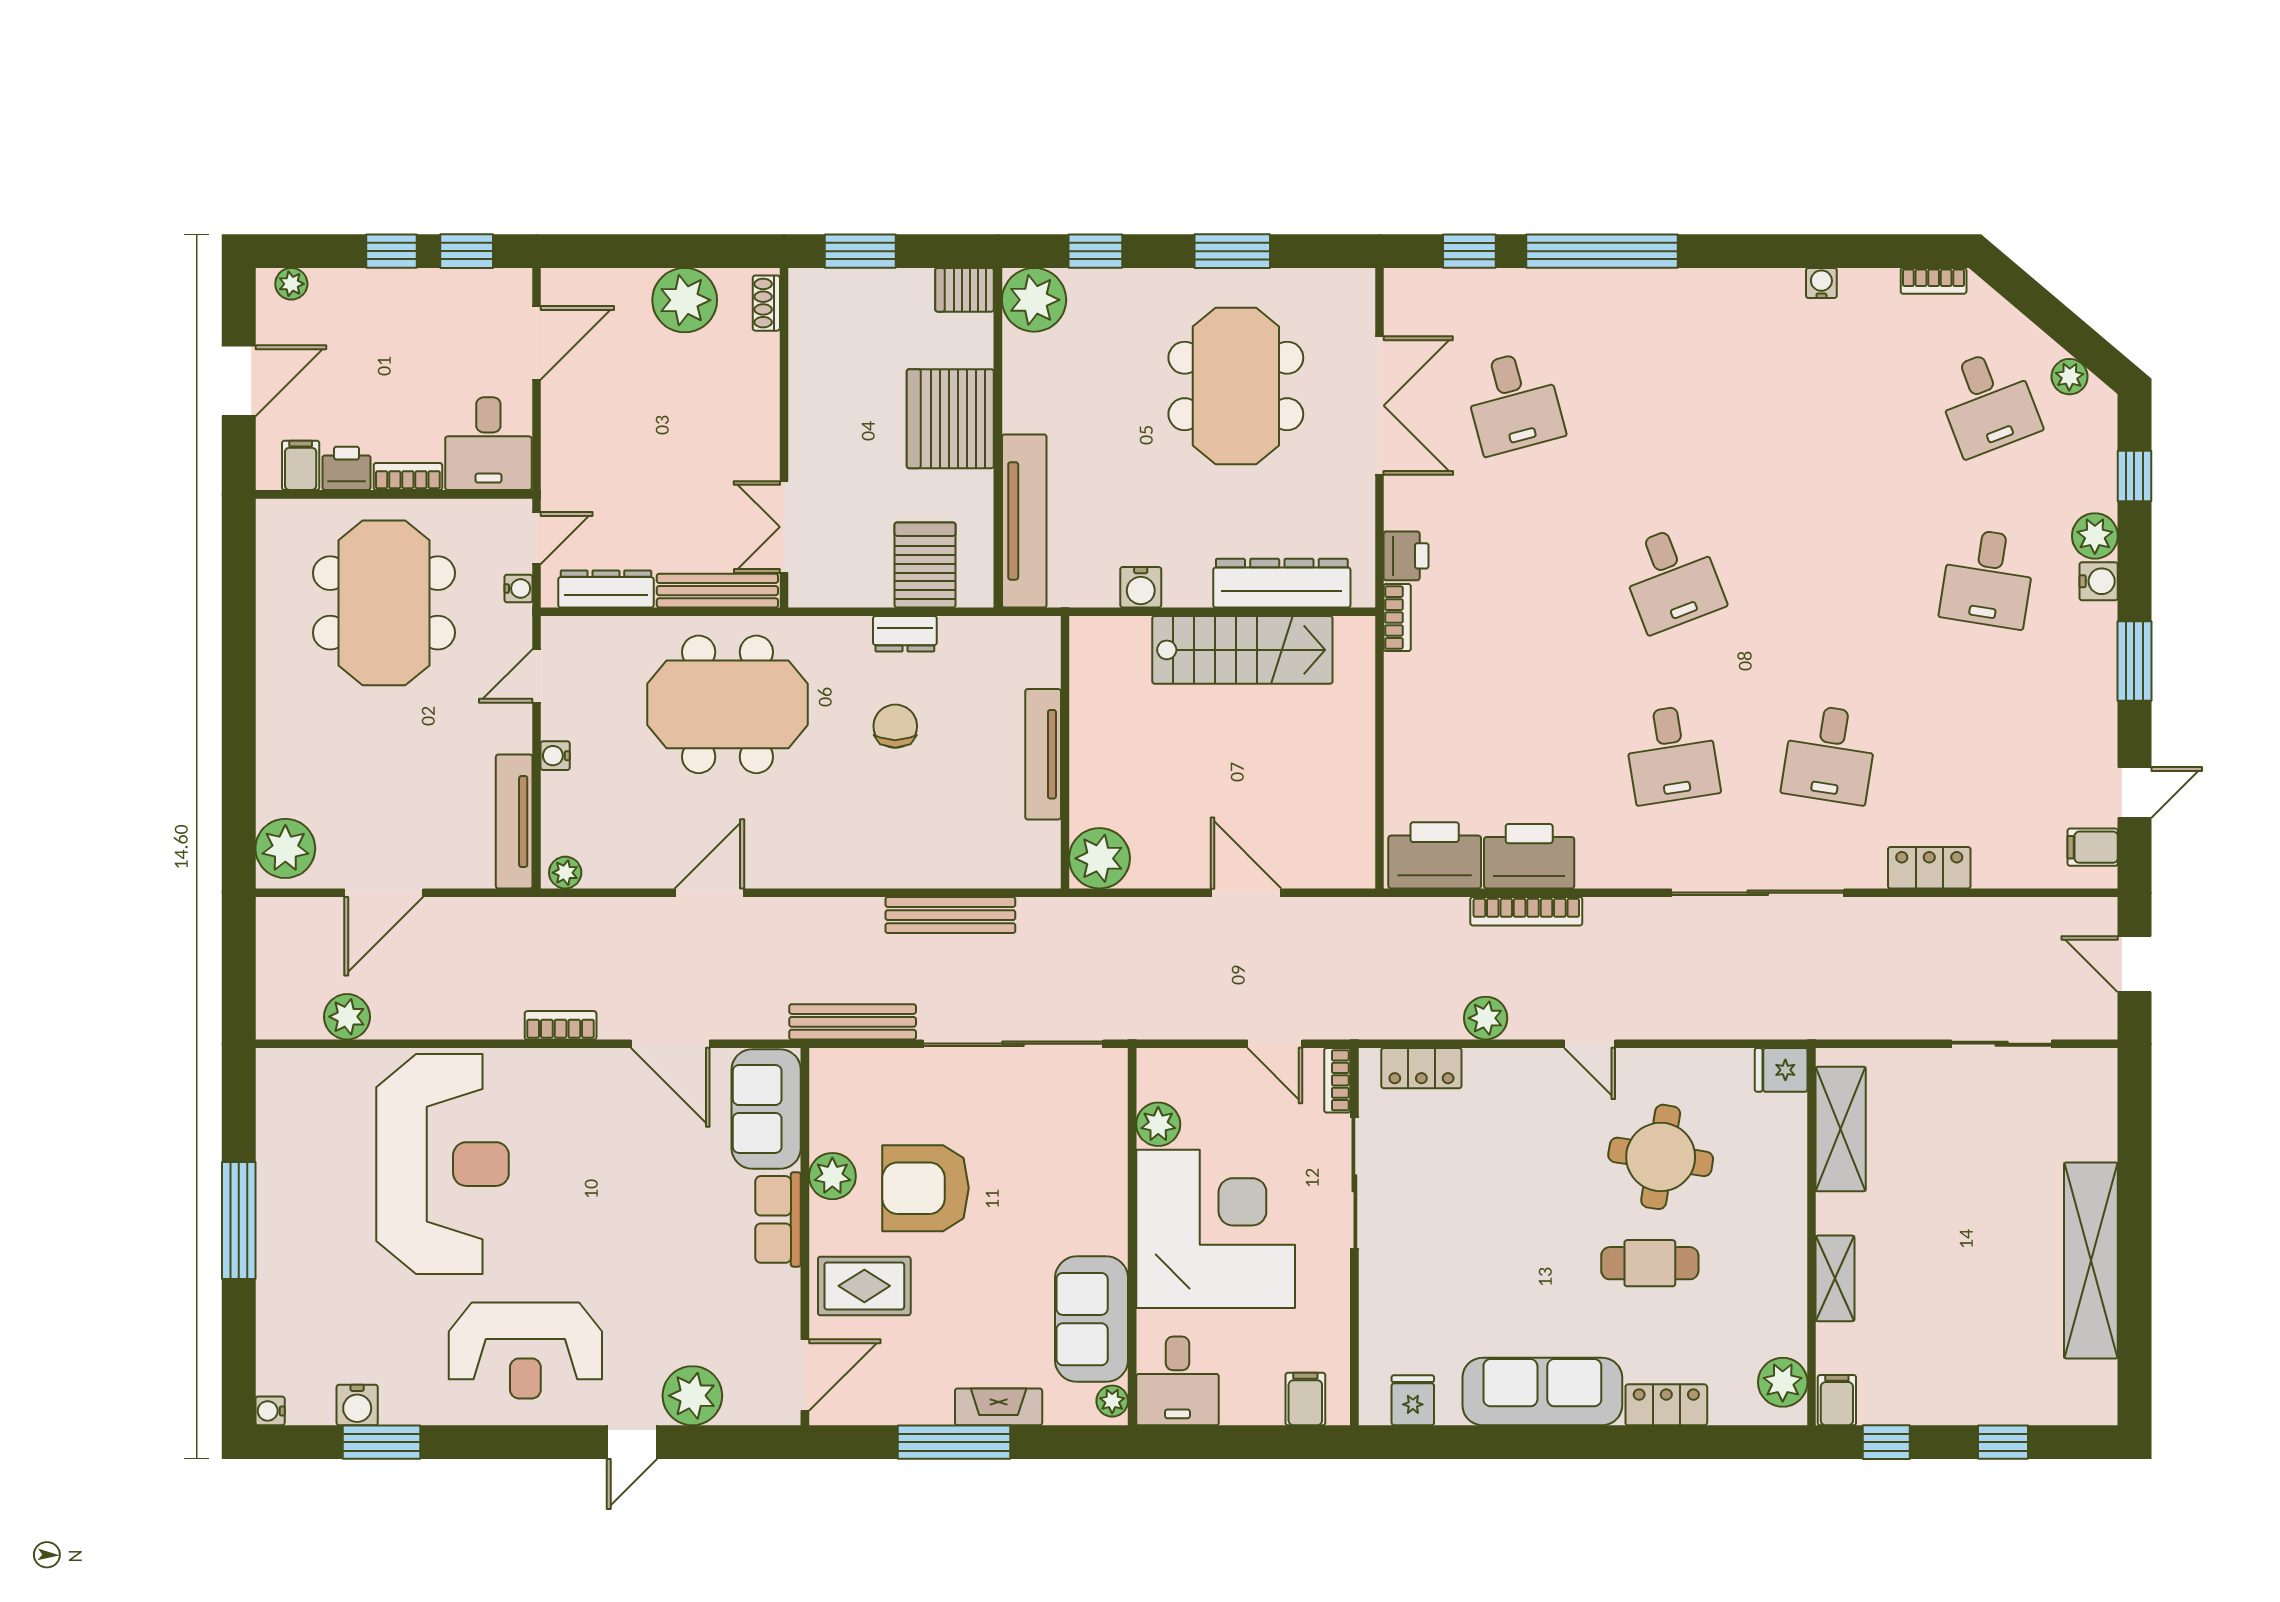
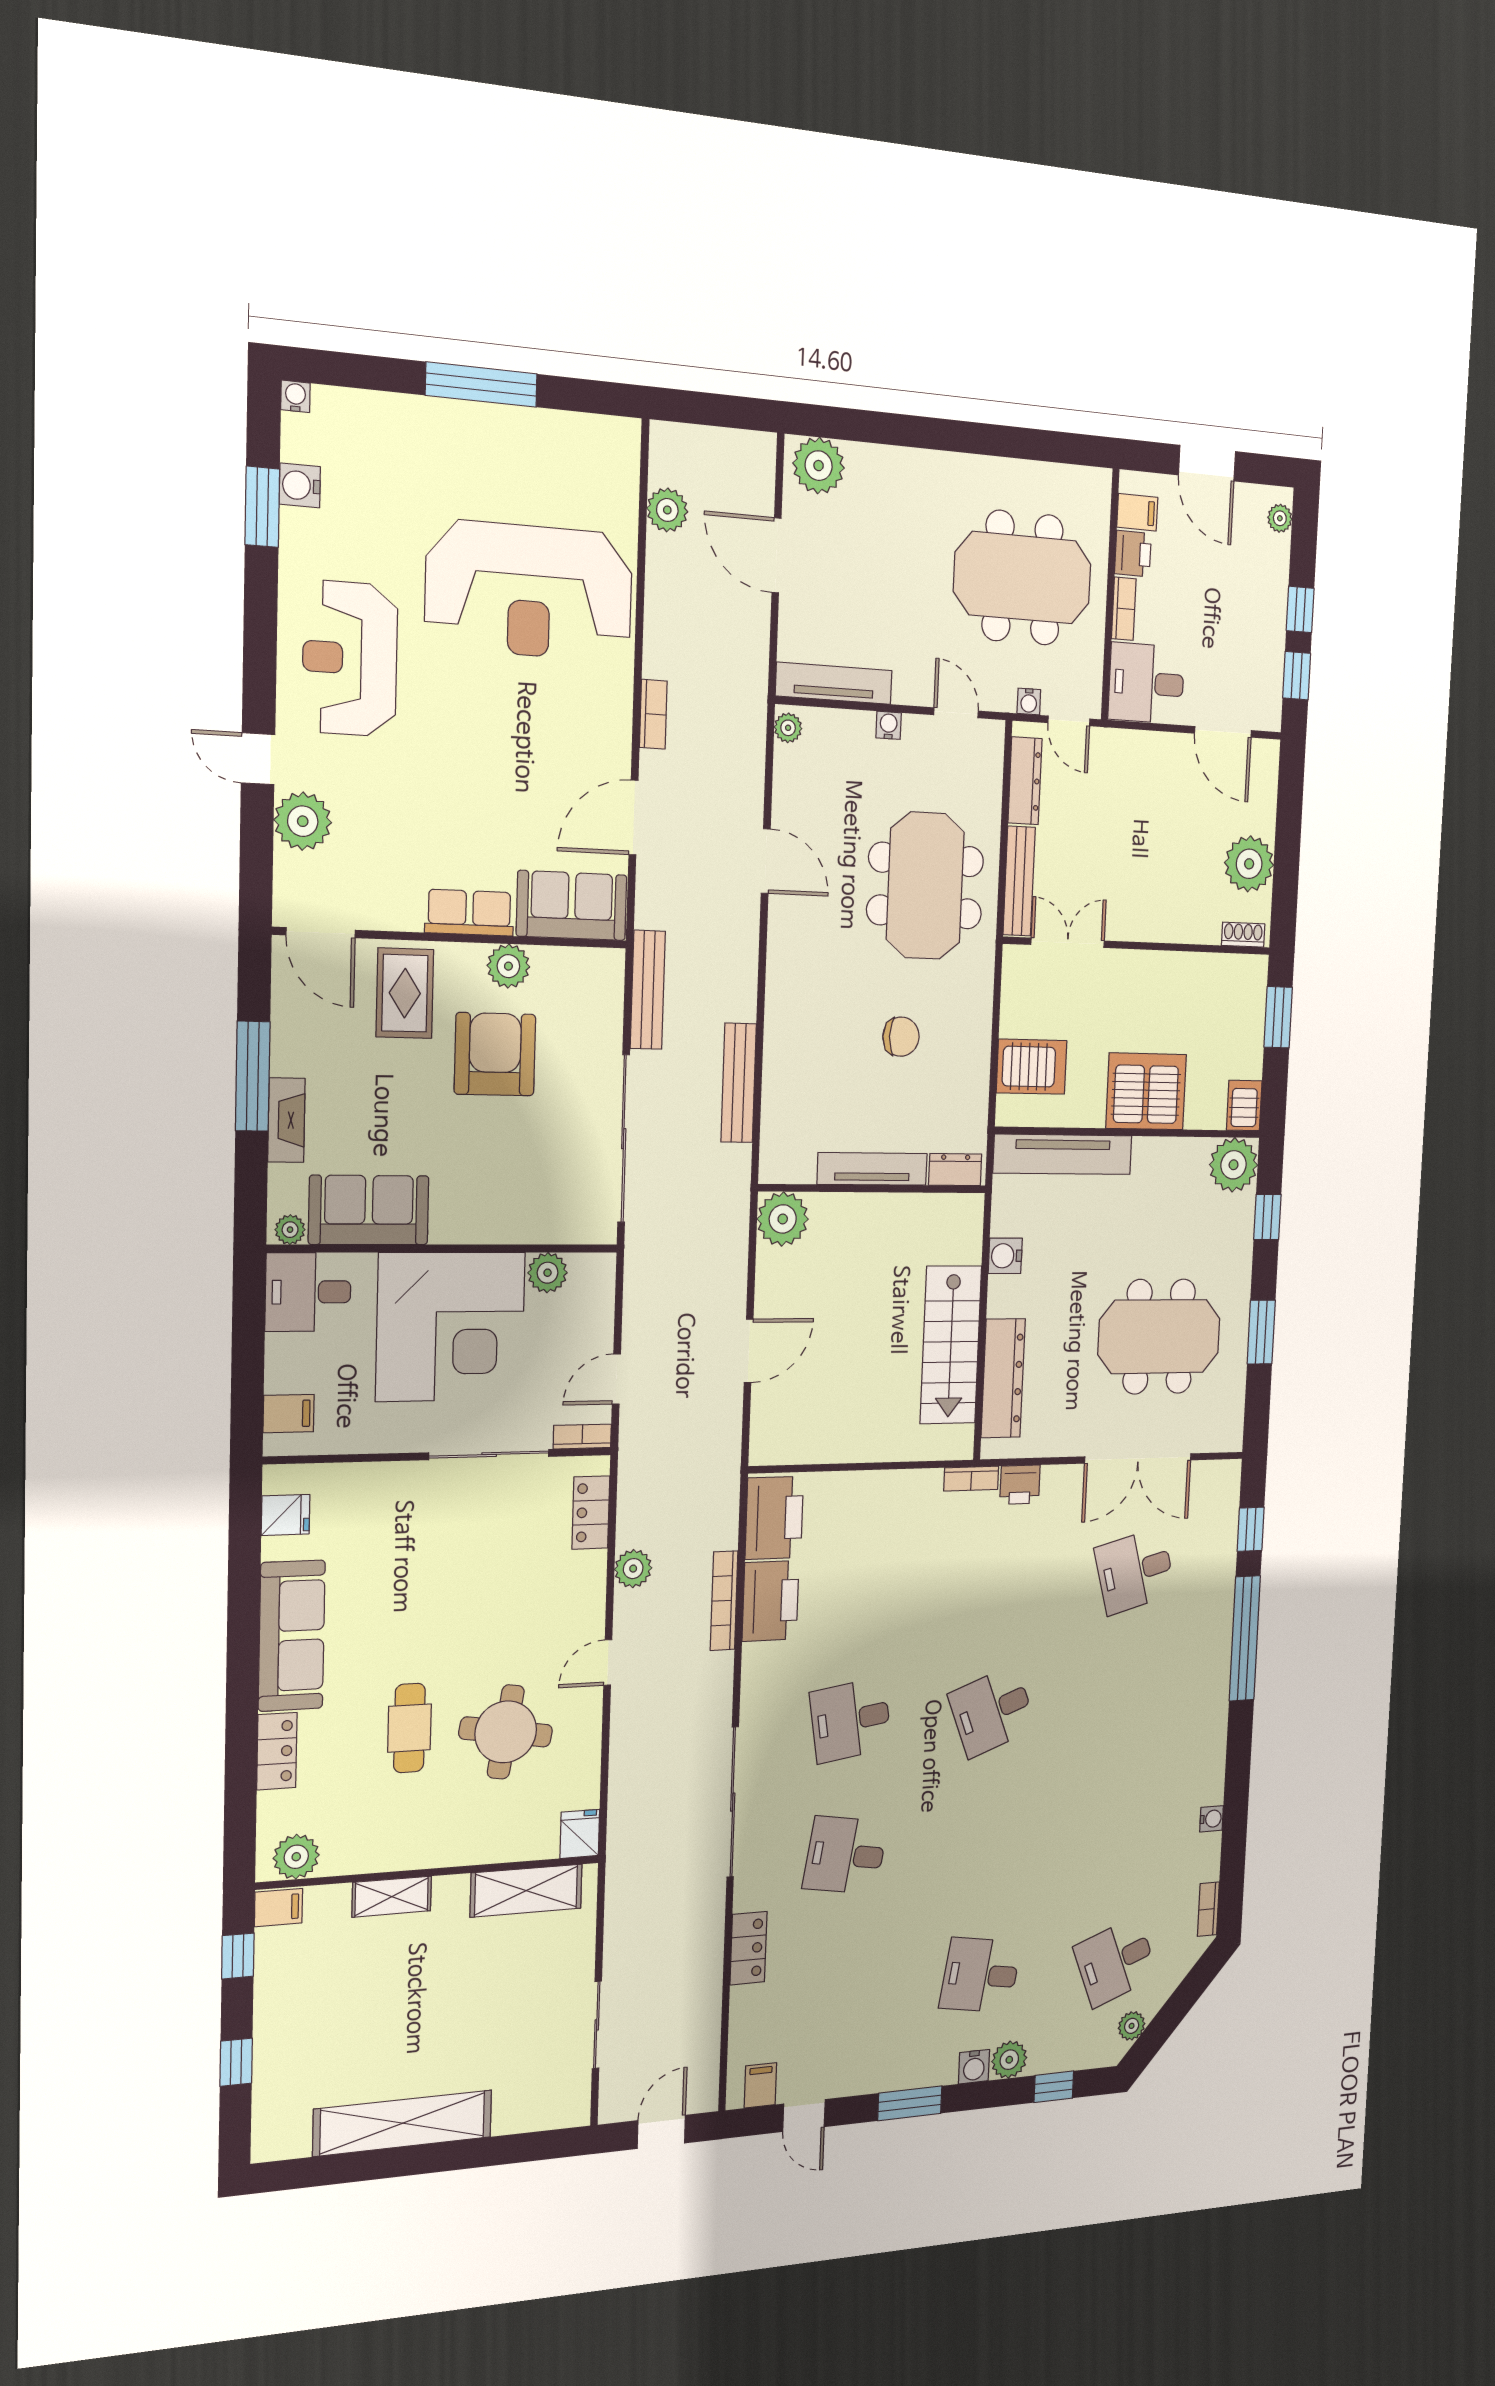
dresser: (905, 634) -> (955, 1170), moved, turned 90

